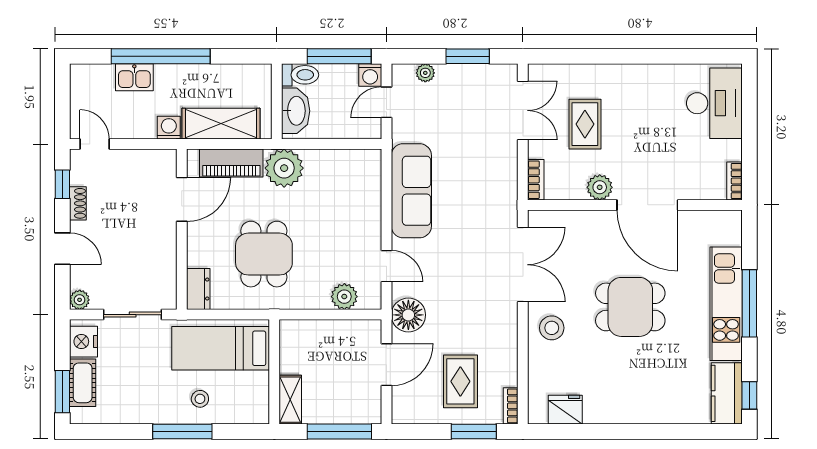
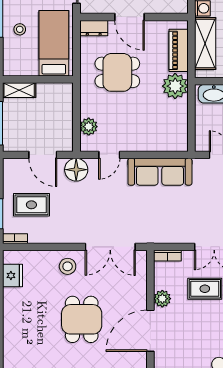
door: (182, 199) -> (129, 17), moved

